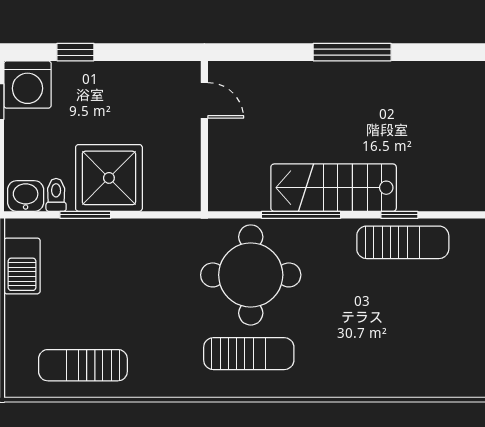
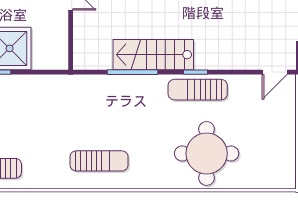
sun lounger: (403, 242) -> (198, 90), turned 180
round table: (251, 275) -> (207, 153), moved

